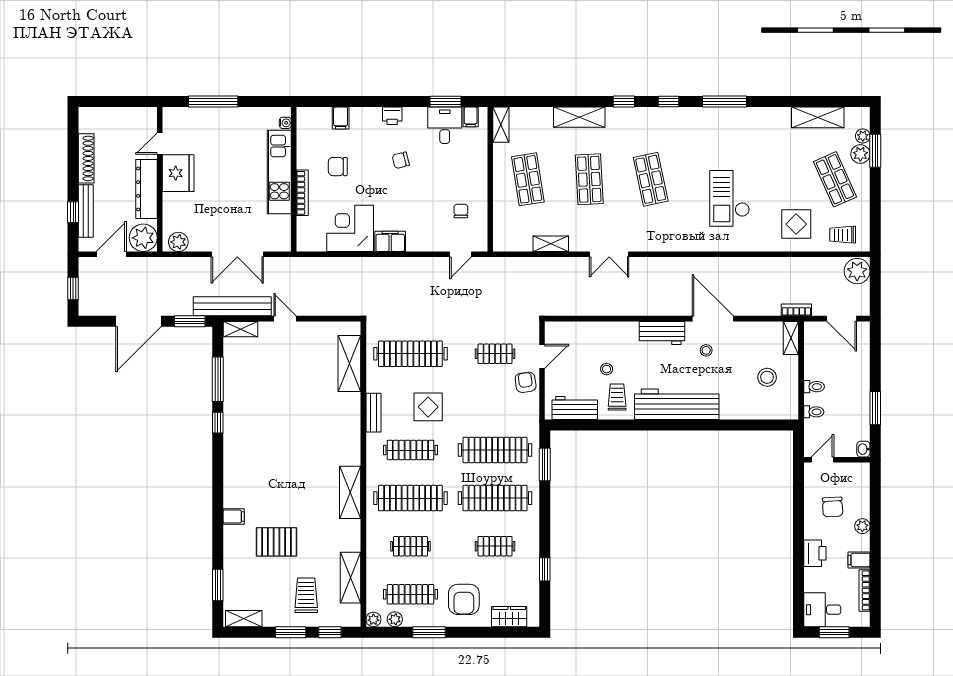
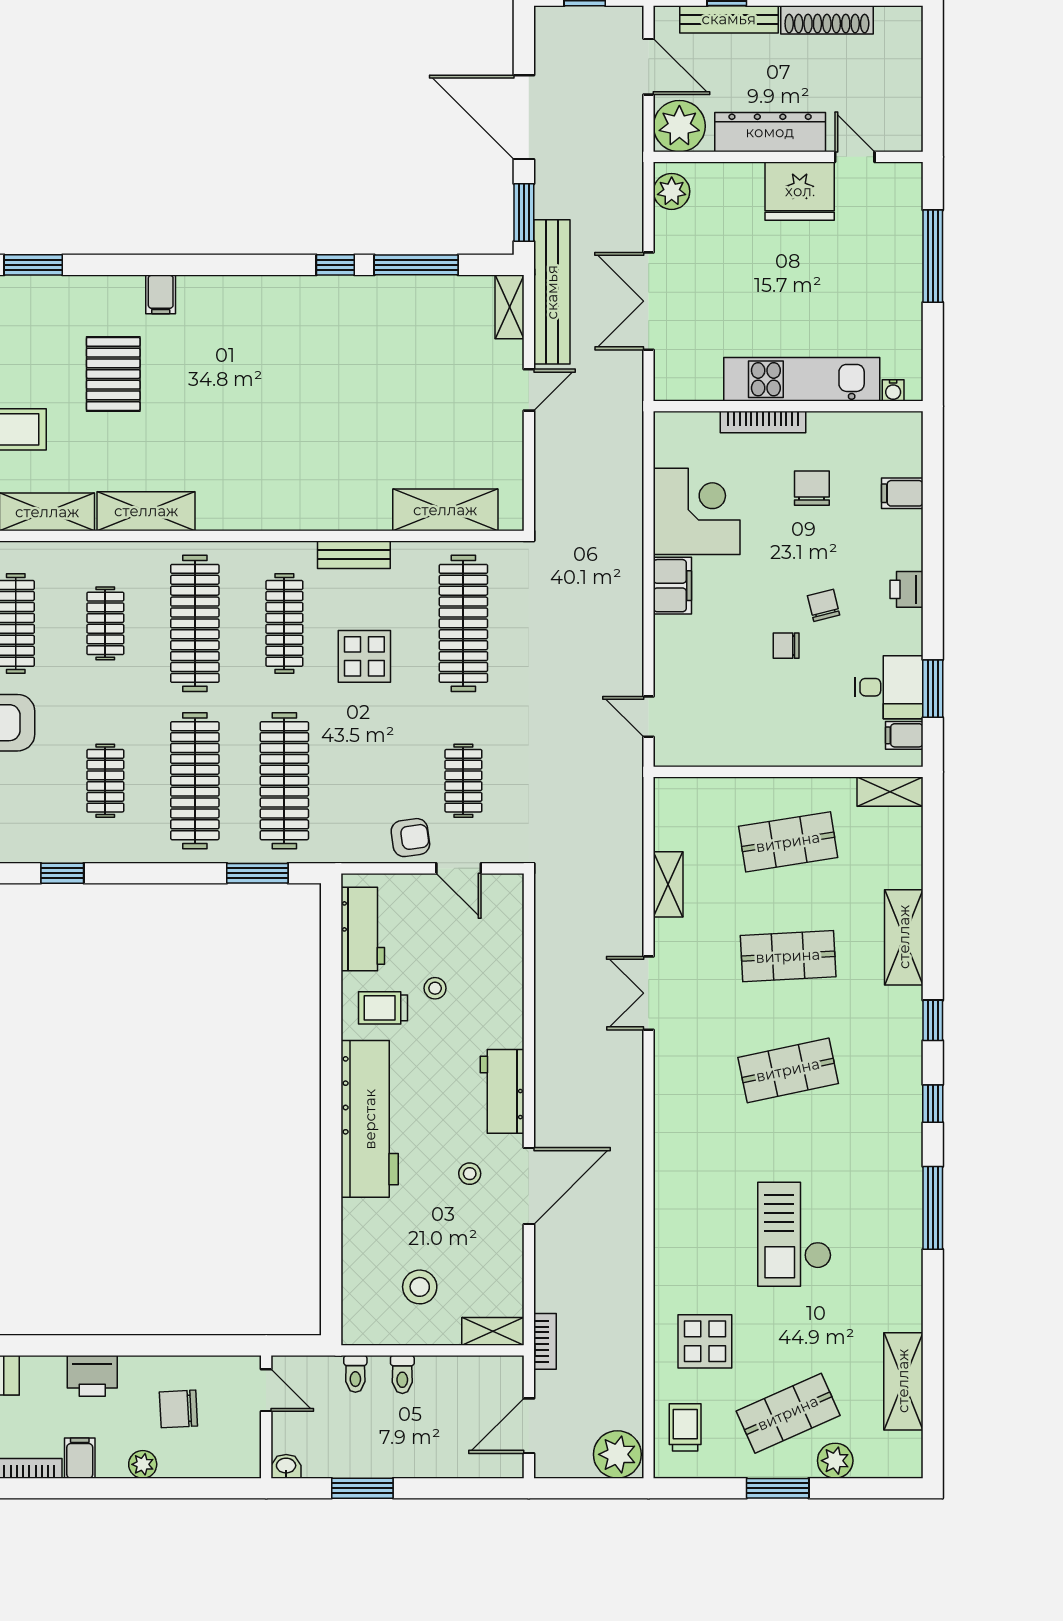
plant: (863, 136) -> (869, 1465), removed
window: (875, 151) -> (778, 1488), moved
checkout: (730, 198) -> (794, 1234), moved, turned -90
chair: (461, 211) -> (786, 646), moved, turned 180
trolley: (617, 397) -> (383, 1008), turned 180
shelving: (350, 492) -> (146, 511), moved

